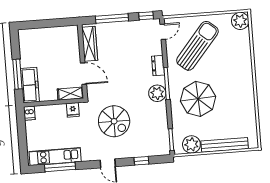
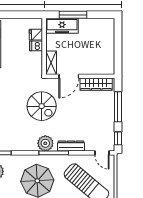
dresser: (158, 66) -> (71, 146), width x1.44
fridge: (73, 110) -> (36, 35), moved
dishwasher: (29, 113) -> (36, 46), moved
spiral stairs: (114, 121) -> (42, 106), moved, turned -90

